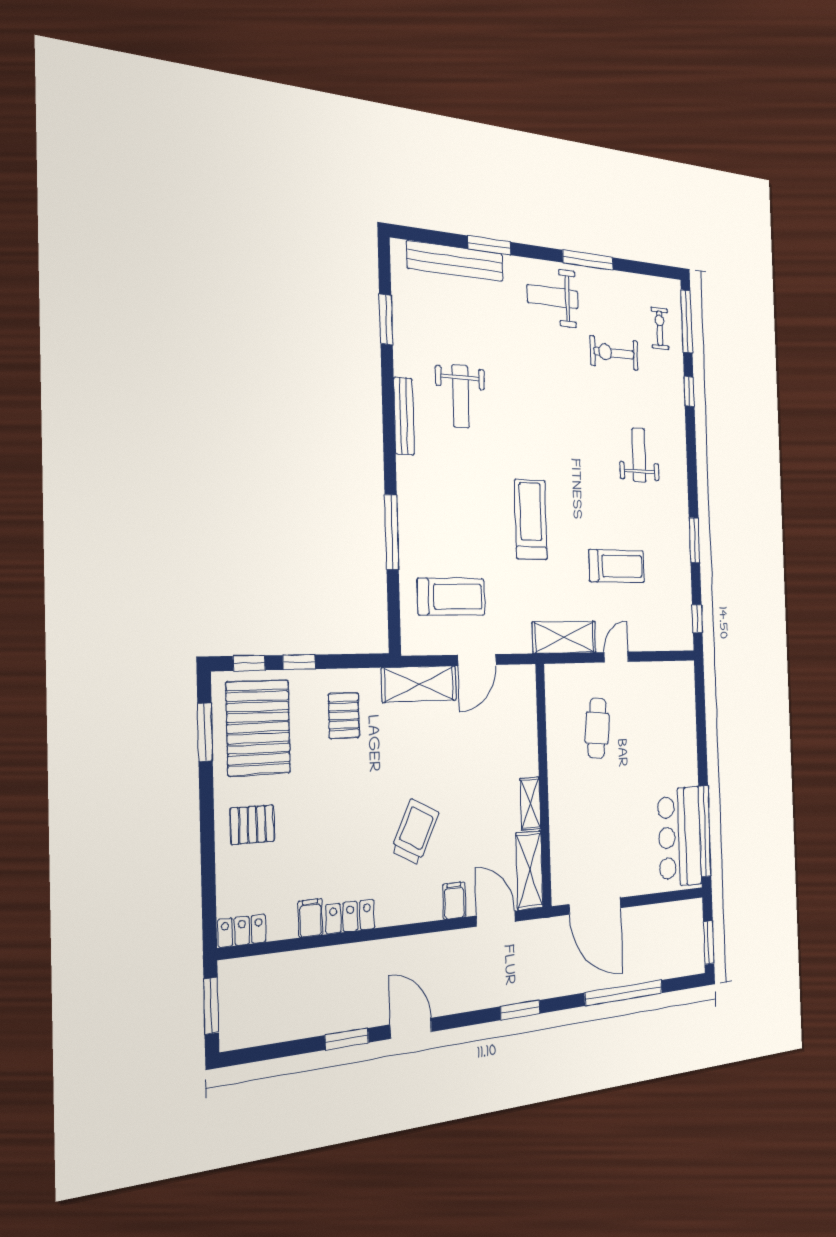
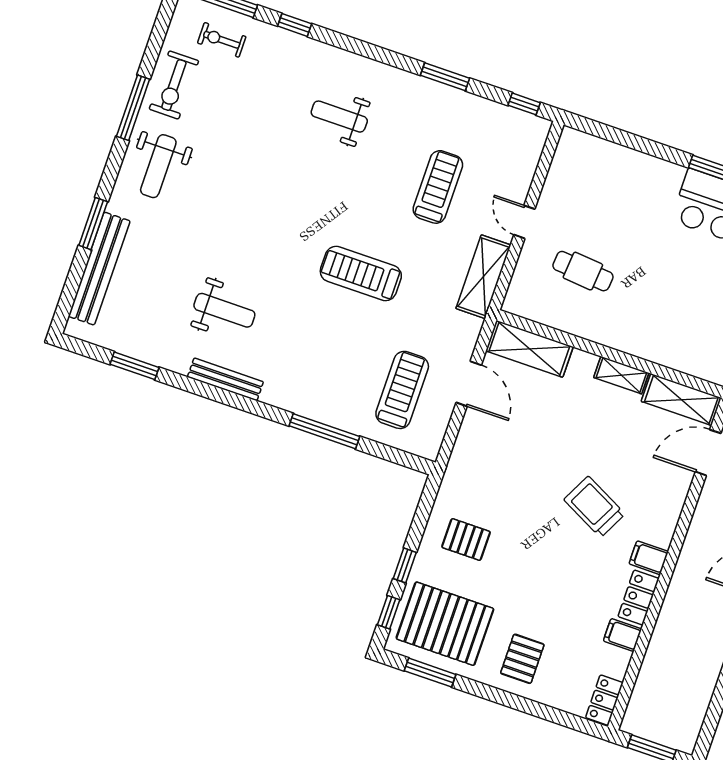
exercise bike: (614, 353) -> (174, 85), moved
shelving: (419, 684) -> (529, 349), moved, turned 90
filing cabinet: (454, 901) -> (649, 558), moved

